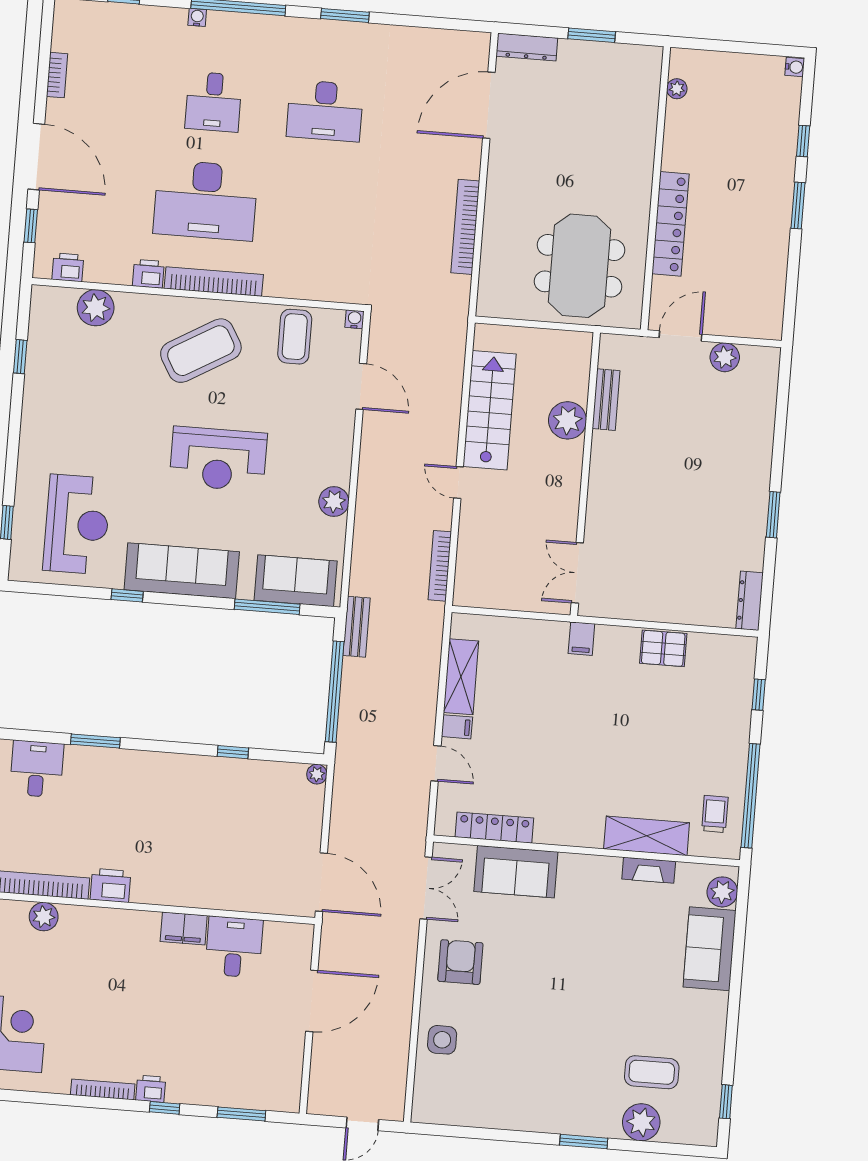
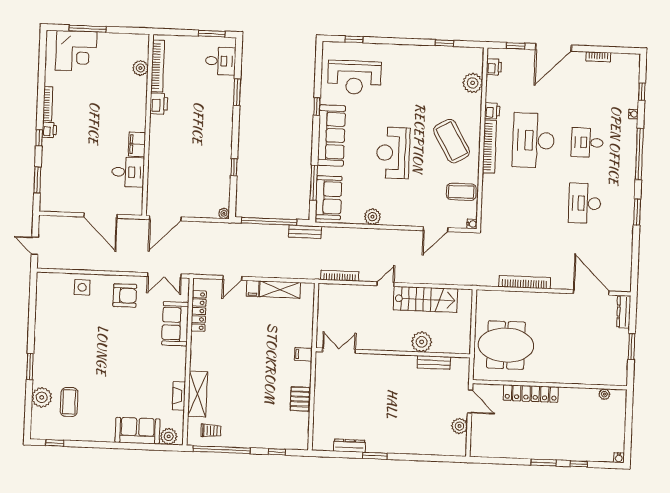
water cooler: (197, 17) -> (633, 114), moved
dresser: (750, 601) -> (349, 446), moved

